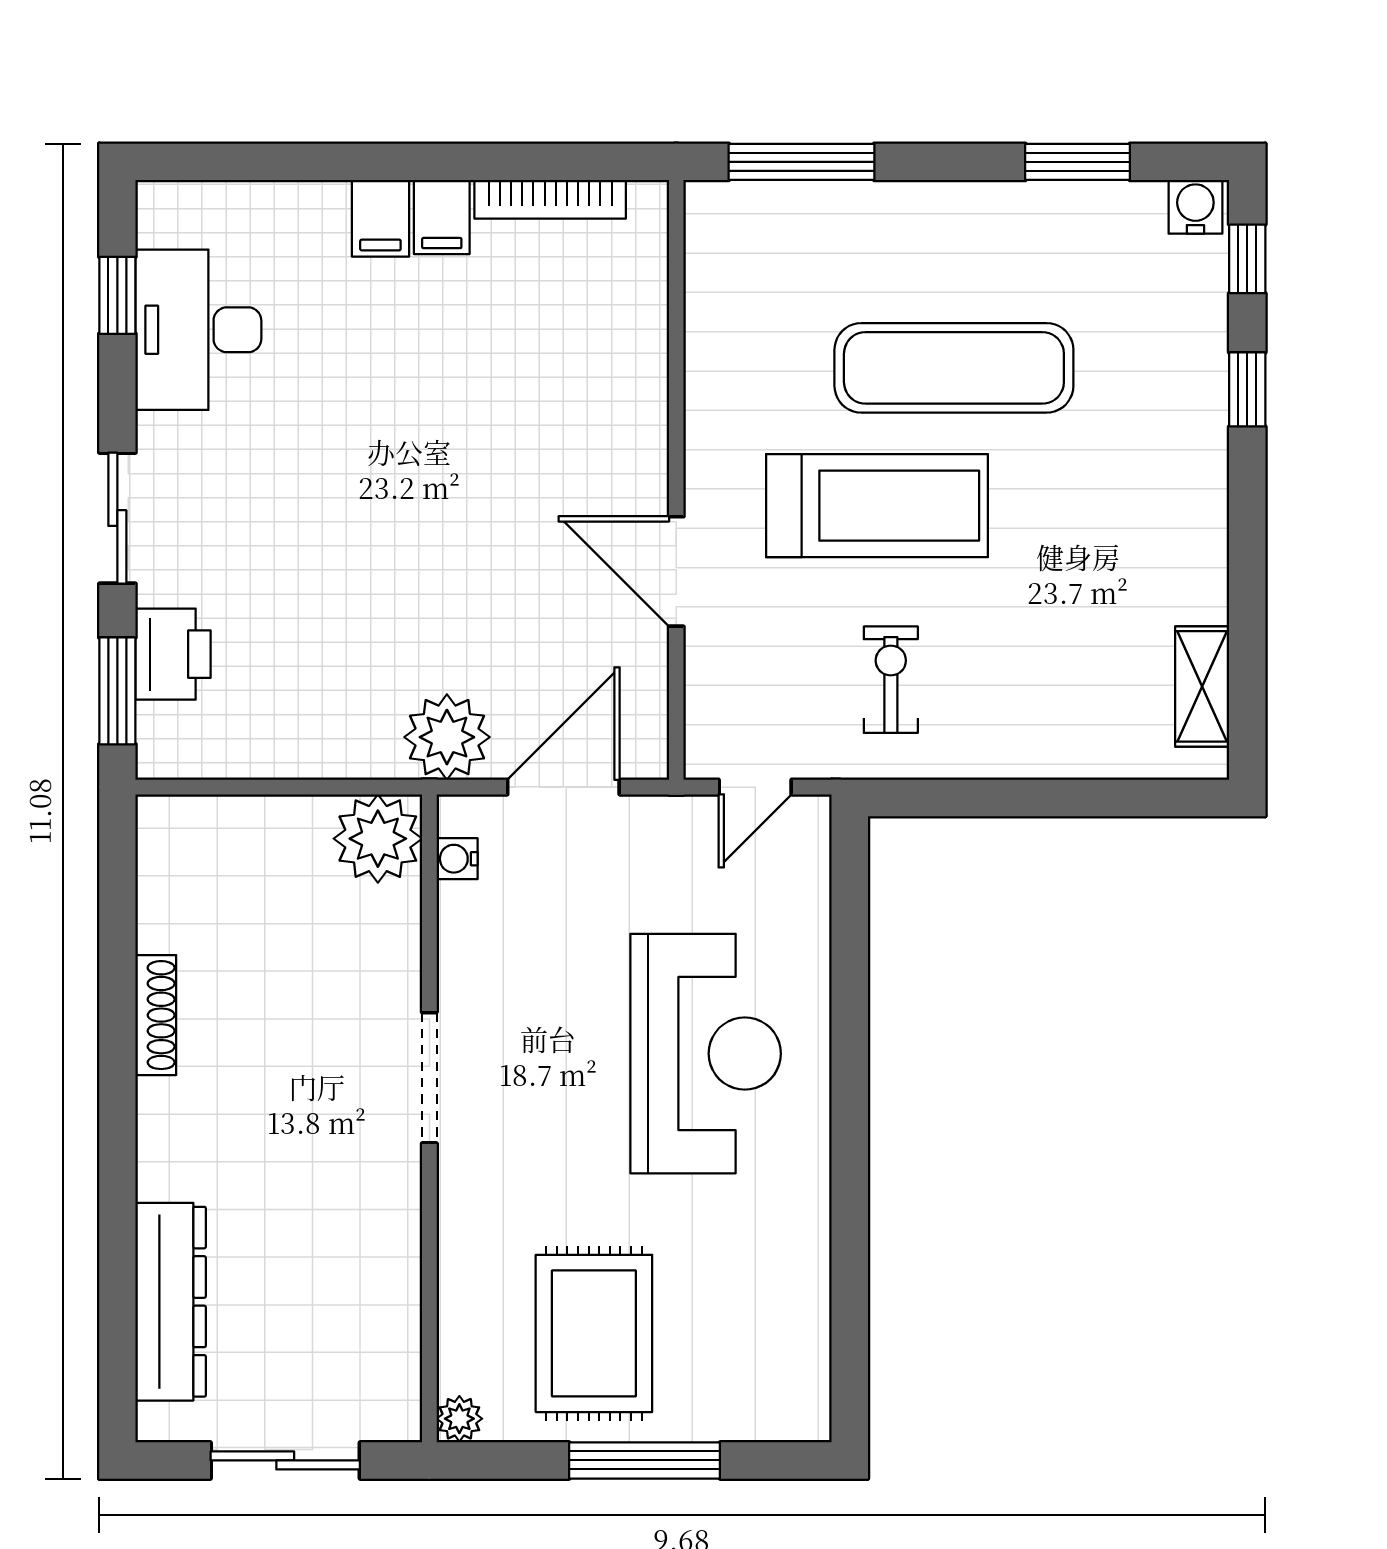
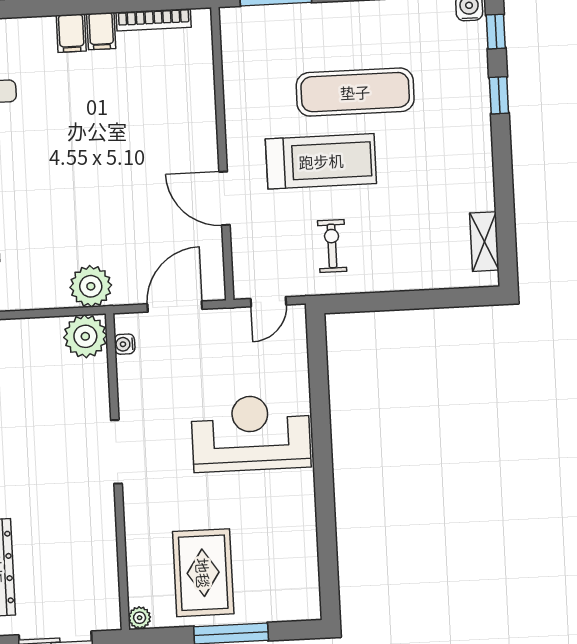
plant: (447, 737) -> (91, 286), moved
reception desk: (706, 1054) -> (251, 433), turned -90

